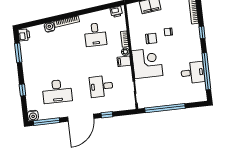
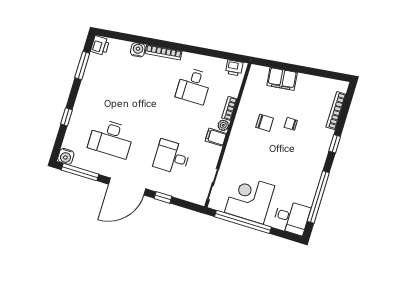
corner desk: (147, 63) -> (250, 199), moved, turned -90
desk: (193, 73) -> (292, 217), moved

